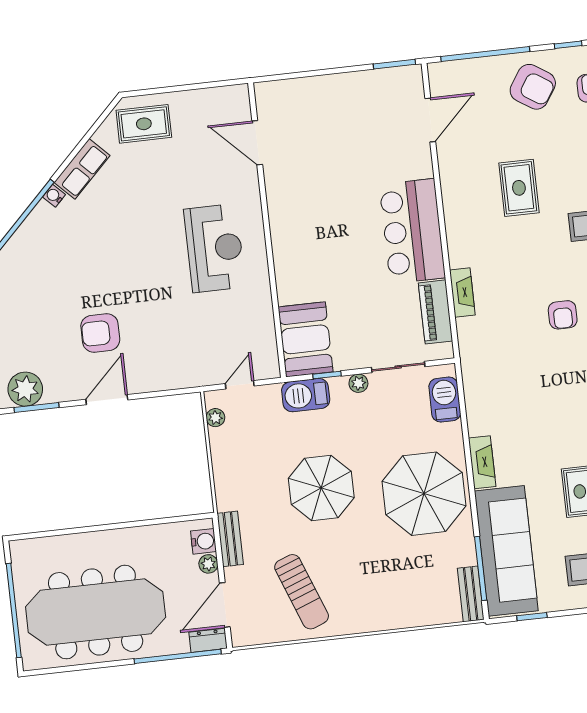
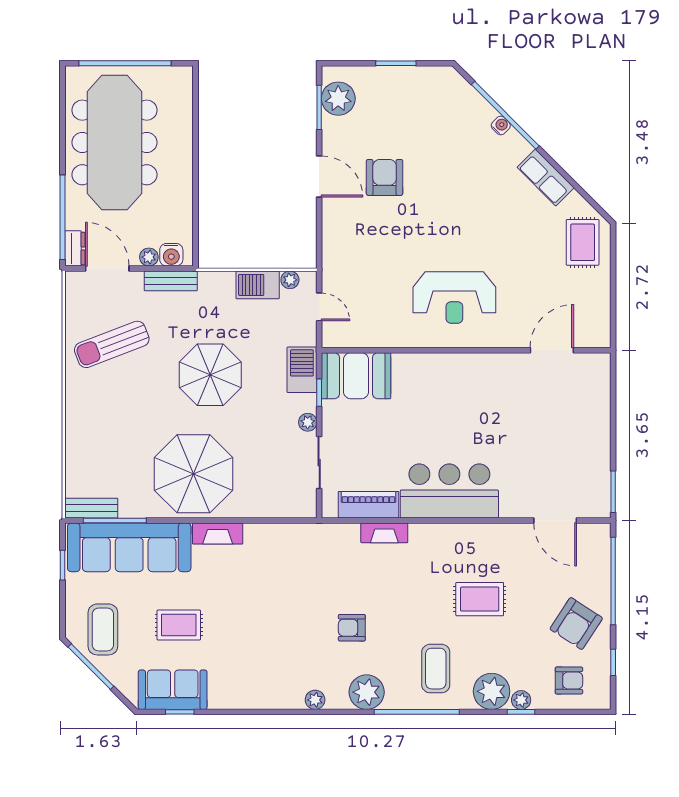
water cooler: (54, 196) -> (501, 126), moved
barbecue: (445, 400) -> (258, 285), moved, turned 180

